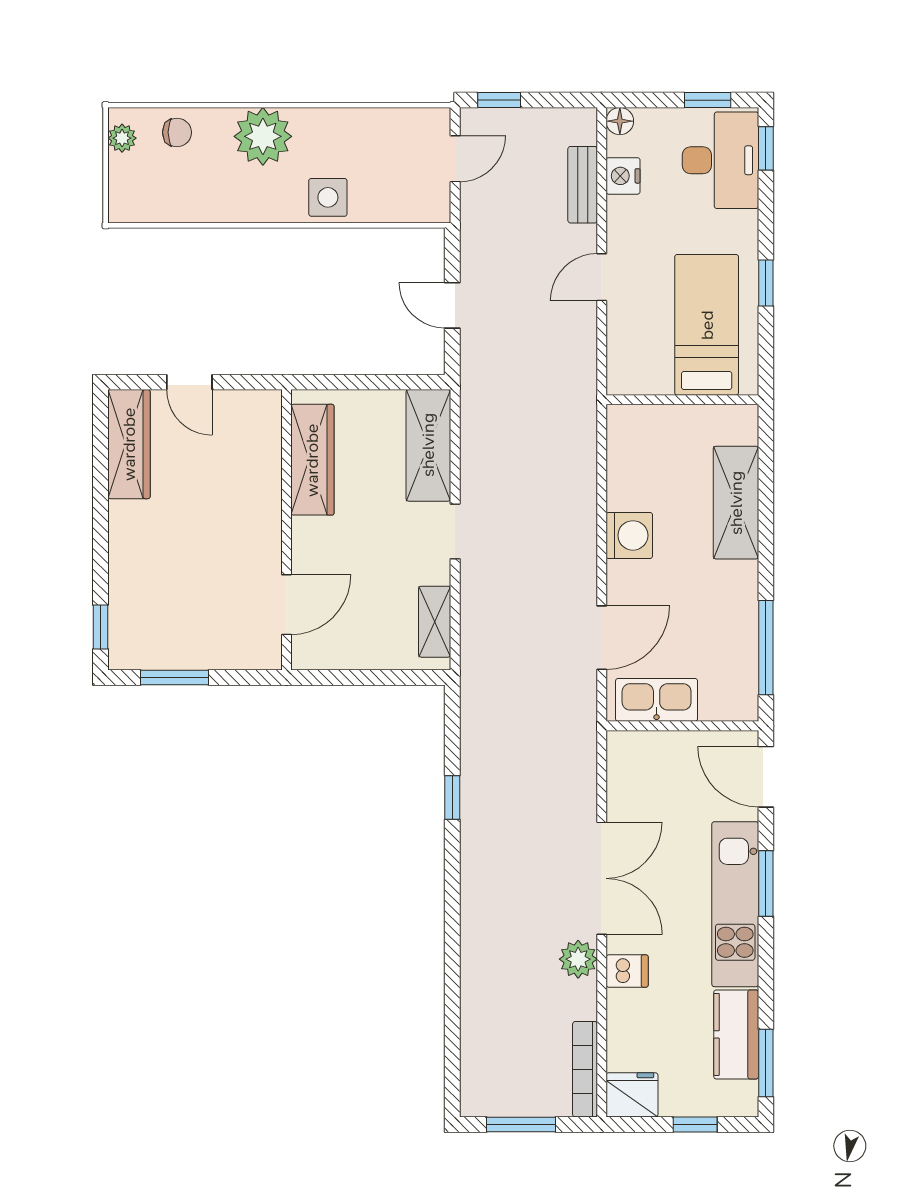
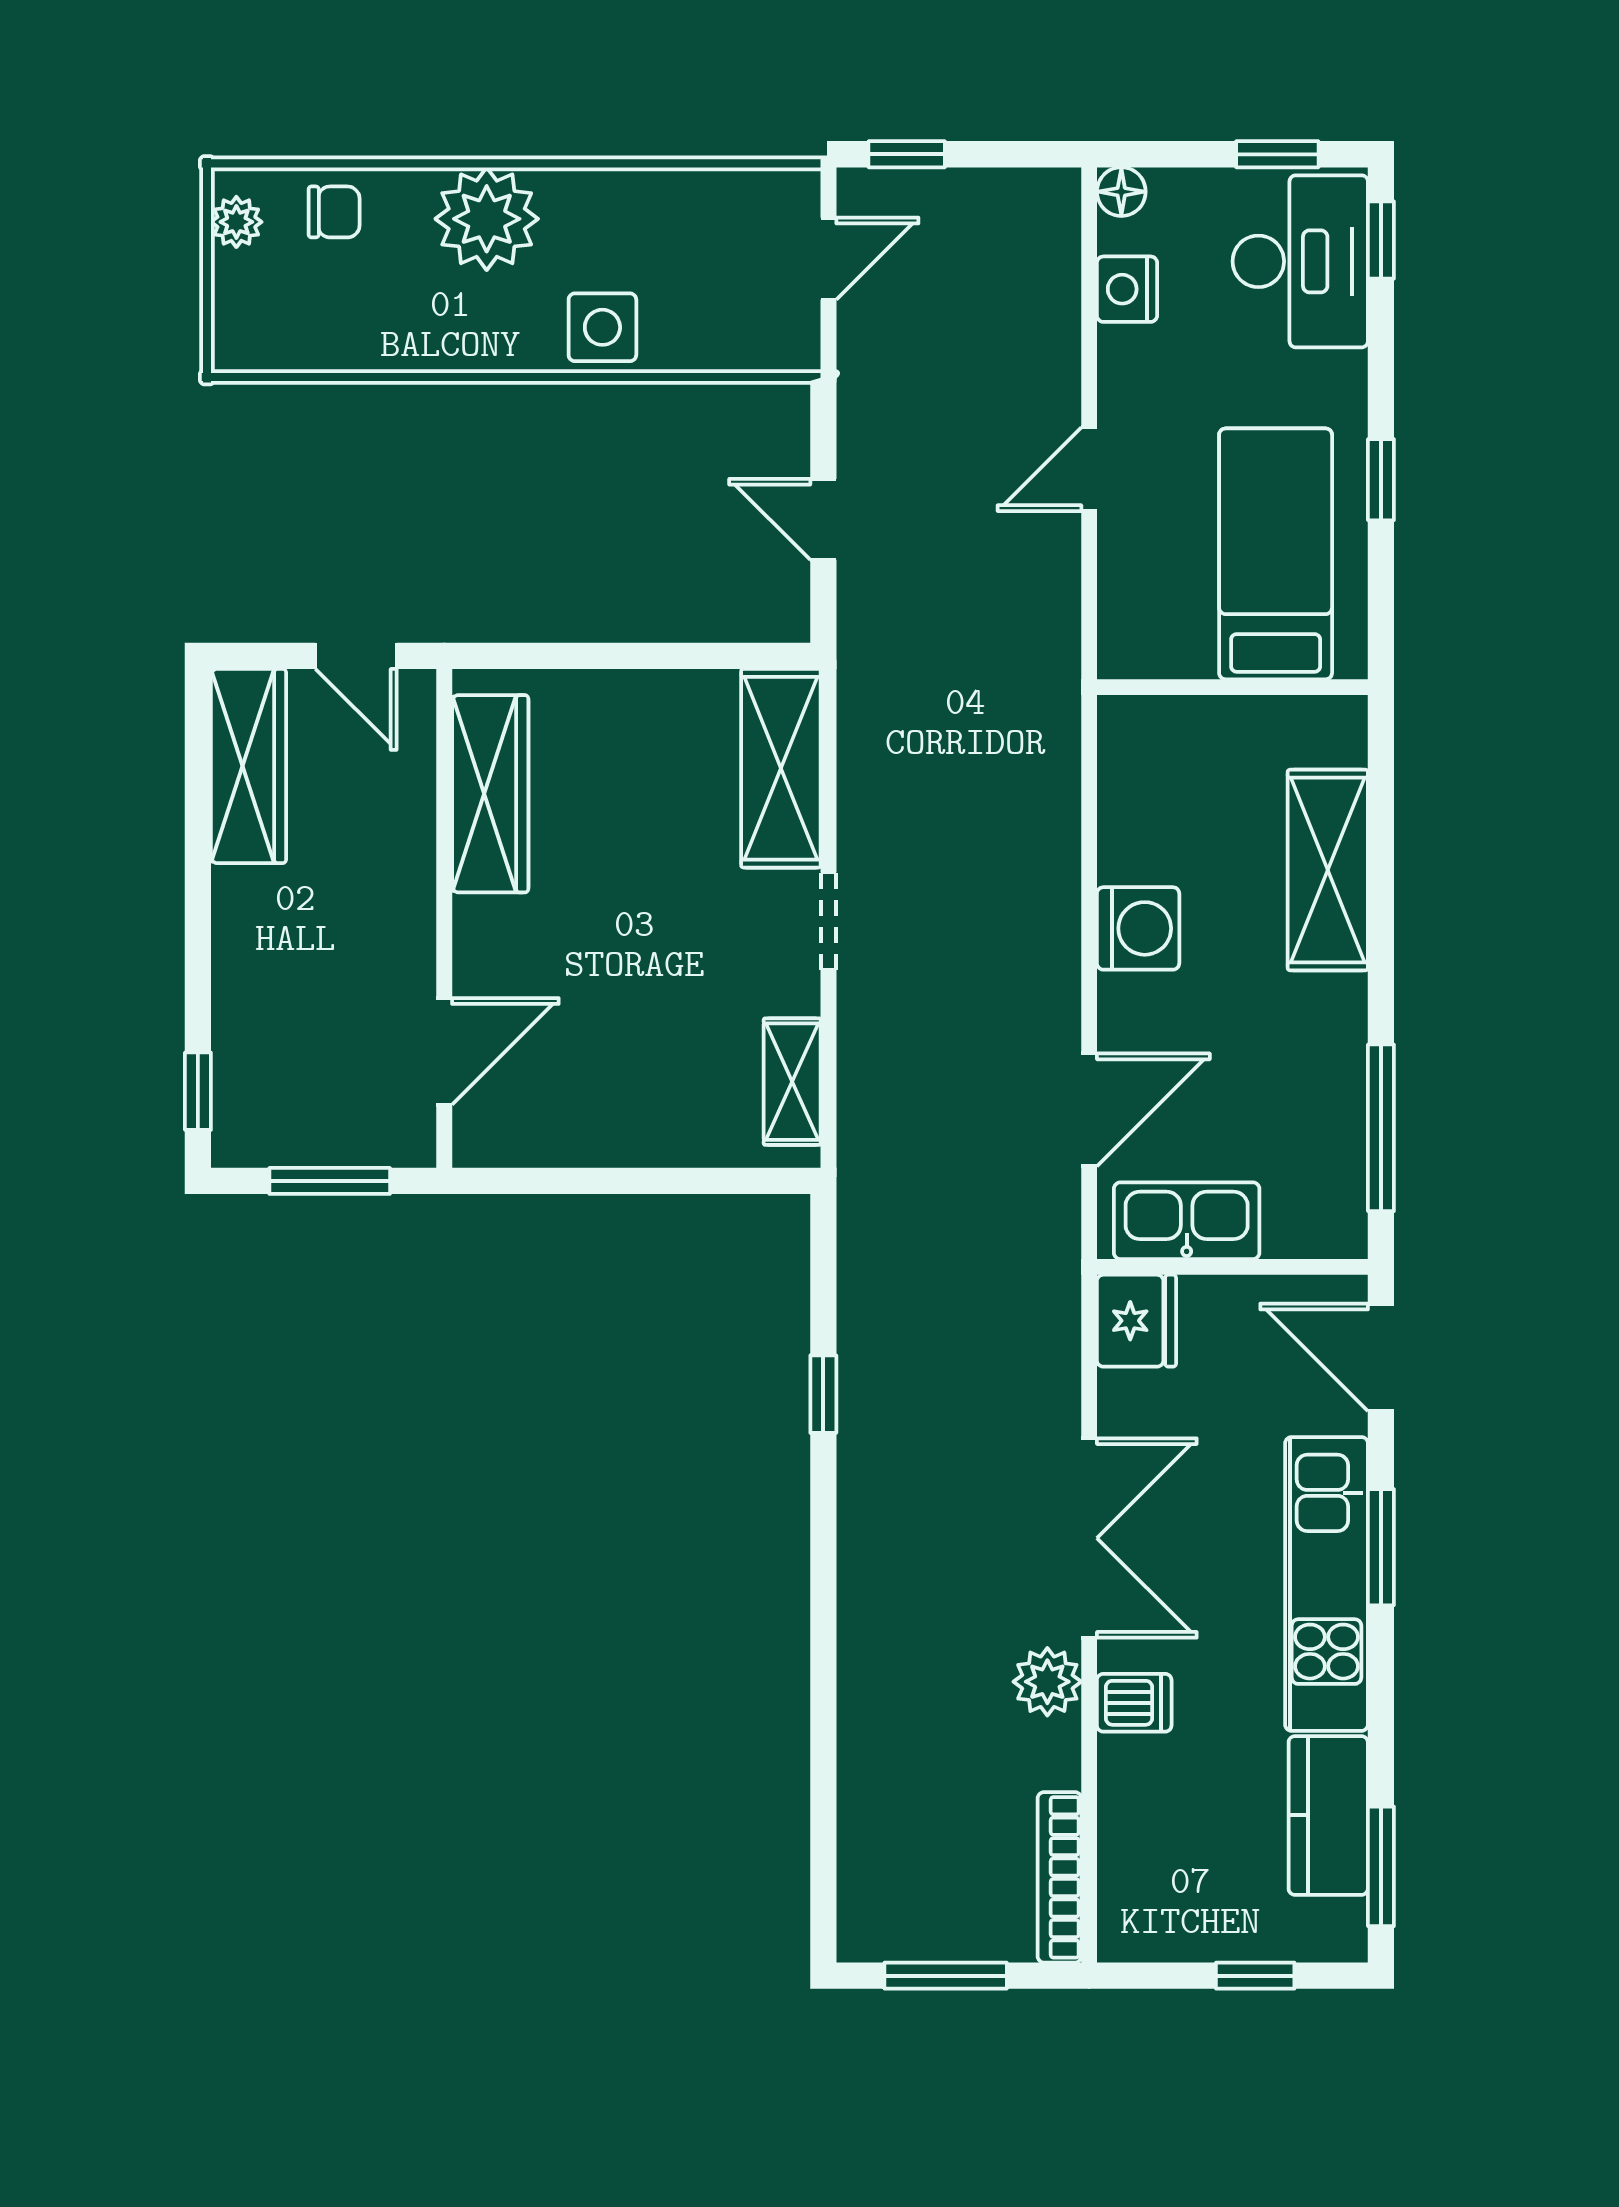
bench: (583, 185) -> (1055, 305), removed
wardrobe: (312, 460) -> (490, 794), moved
wall: (287, 530) -> (444, 918), moved
door: (287, 605) -> (444, 1051), moved
fridge: (632, 1095) -> (1137, 1321), moved, turned 90

